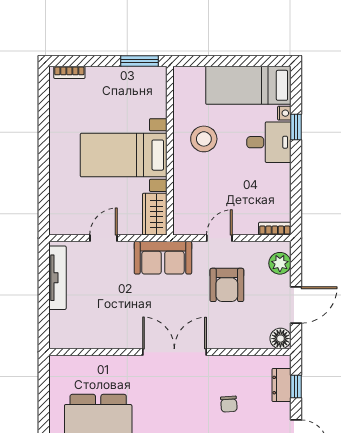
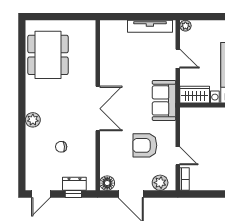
plant: (57, 227) -> (185, 26), added
door: (219, 238) -> (178, 156), moved

